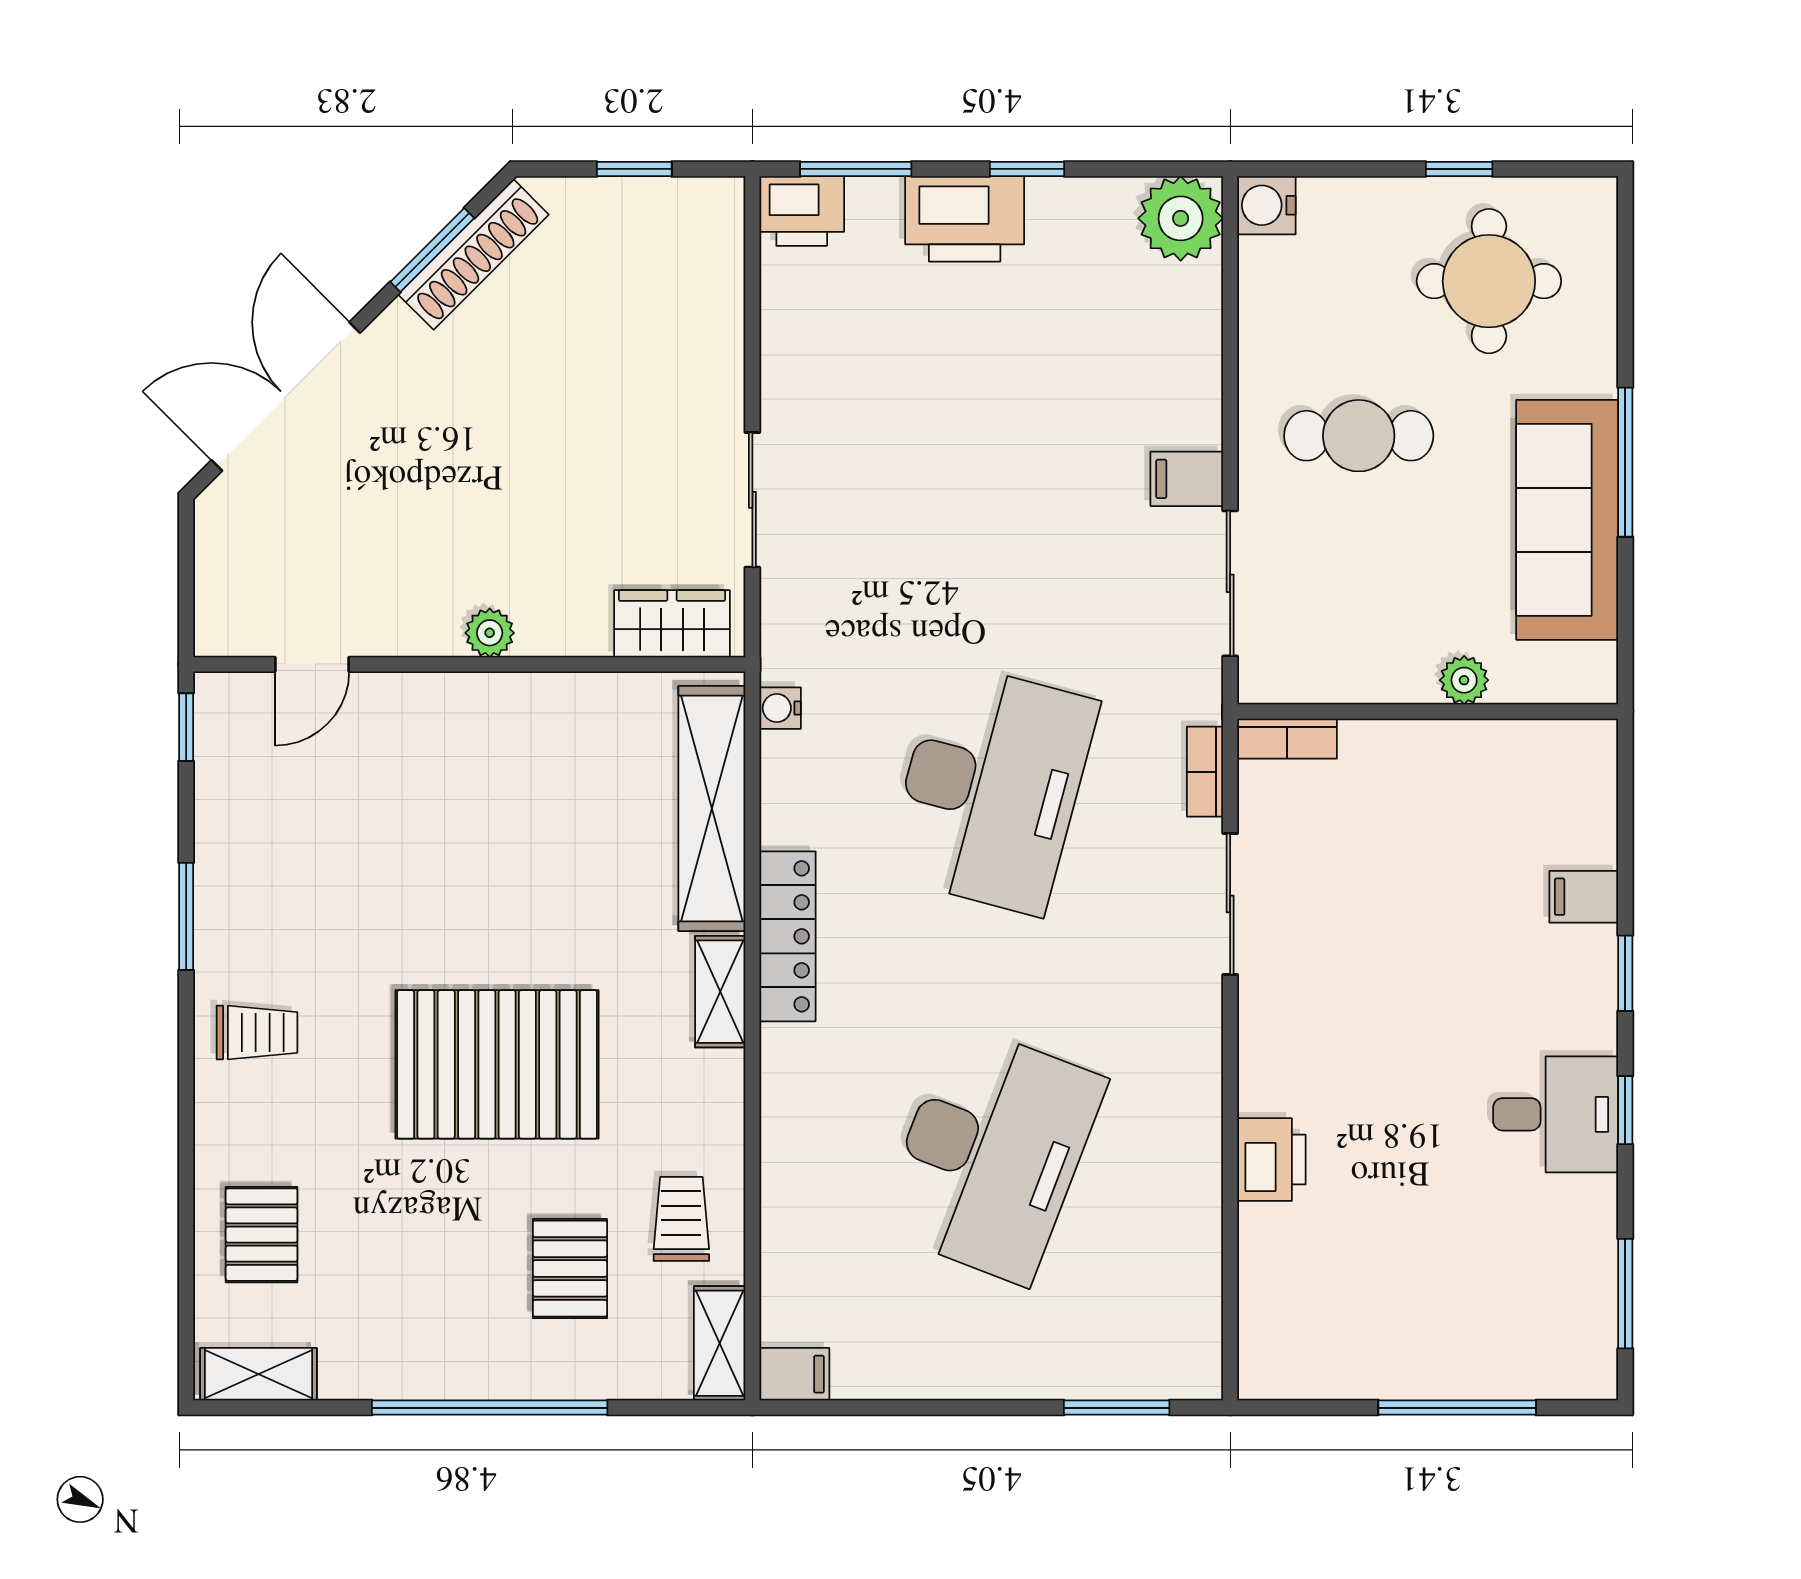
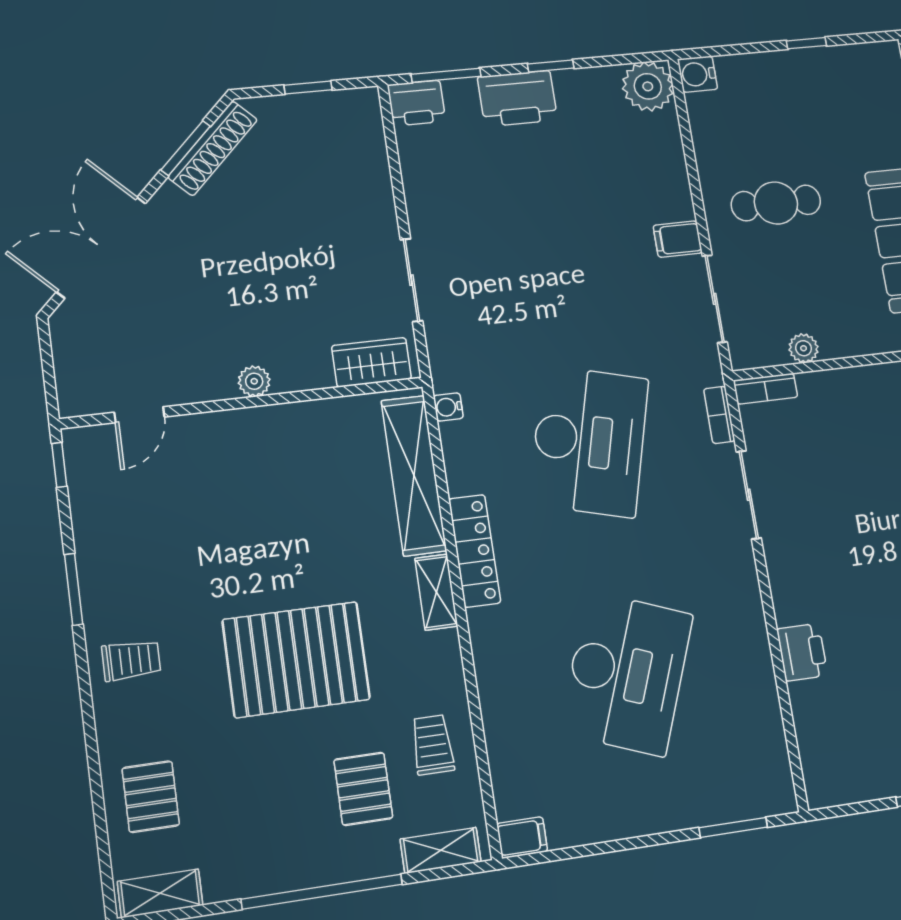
round table: (1489, 281) -> (836, 106), removed
plant: (1464, 680) -> (804, 348), moved
shelving: (720, 1343) -> (441, 850), moved, turned 90

